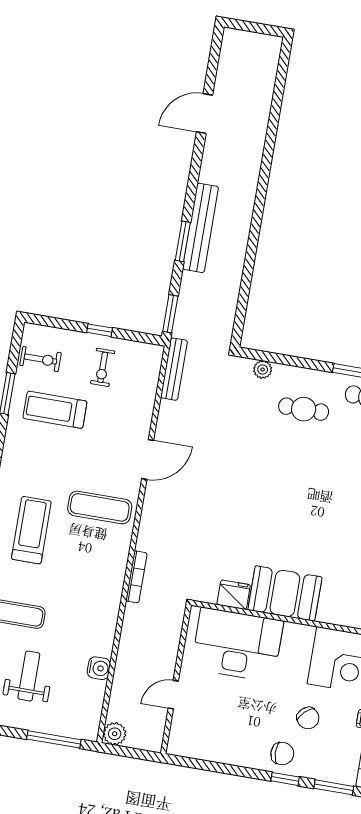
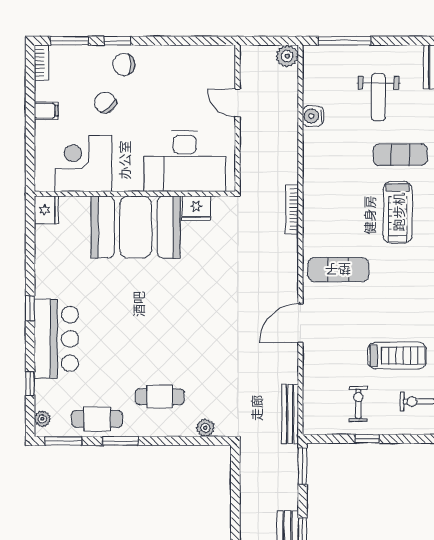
treadmill: (31, 530) -> (398, 212), moved
booth: (285, 593) -> (136, 227), width x1.36, depth x1.42
door: (173, 695) -> (238, 103), swing flipped

